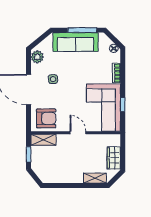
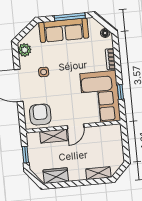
armchair: (46, 118) -> (40, 114), turned -90
door: (78, 133) -> (76, 126), swing flipped
shelving: (43, 140) -> (54, 136), moved
wardrobe: (114, 158) -> (56, 176), moved, turned 90

